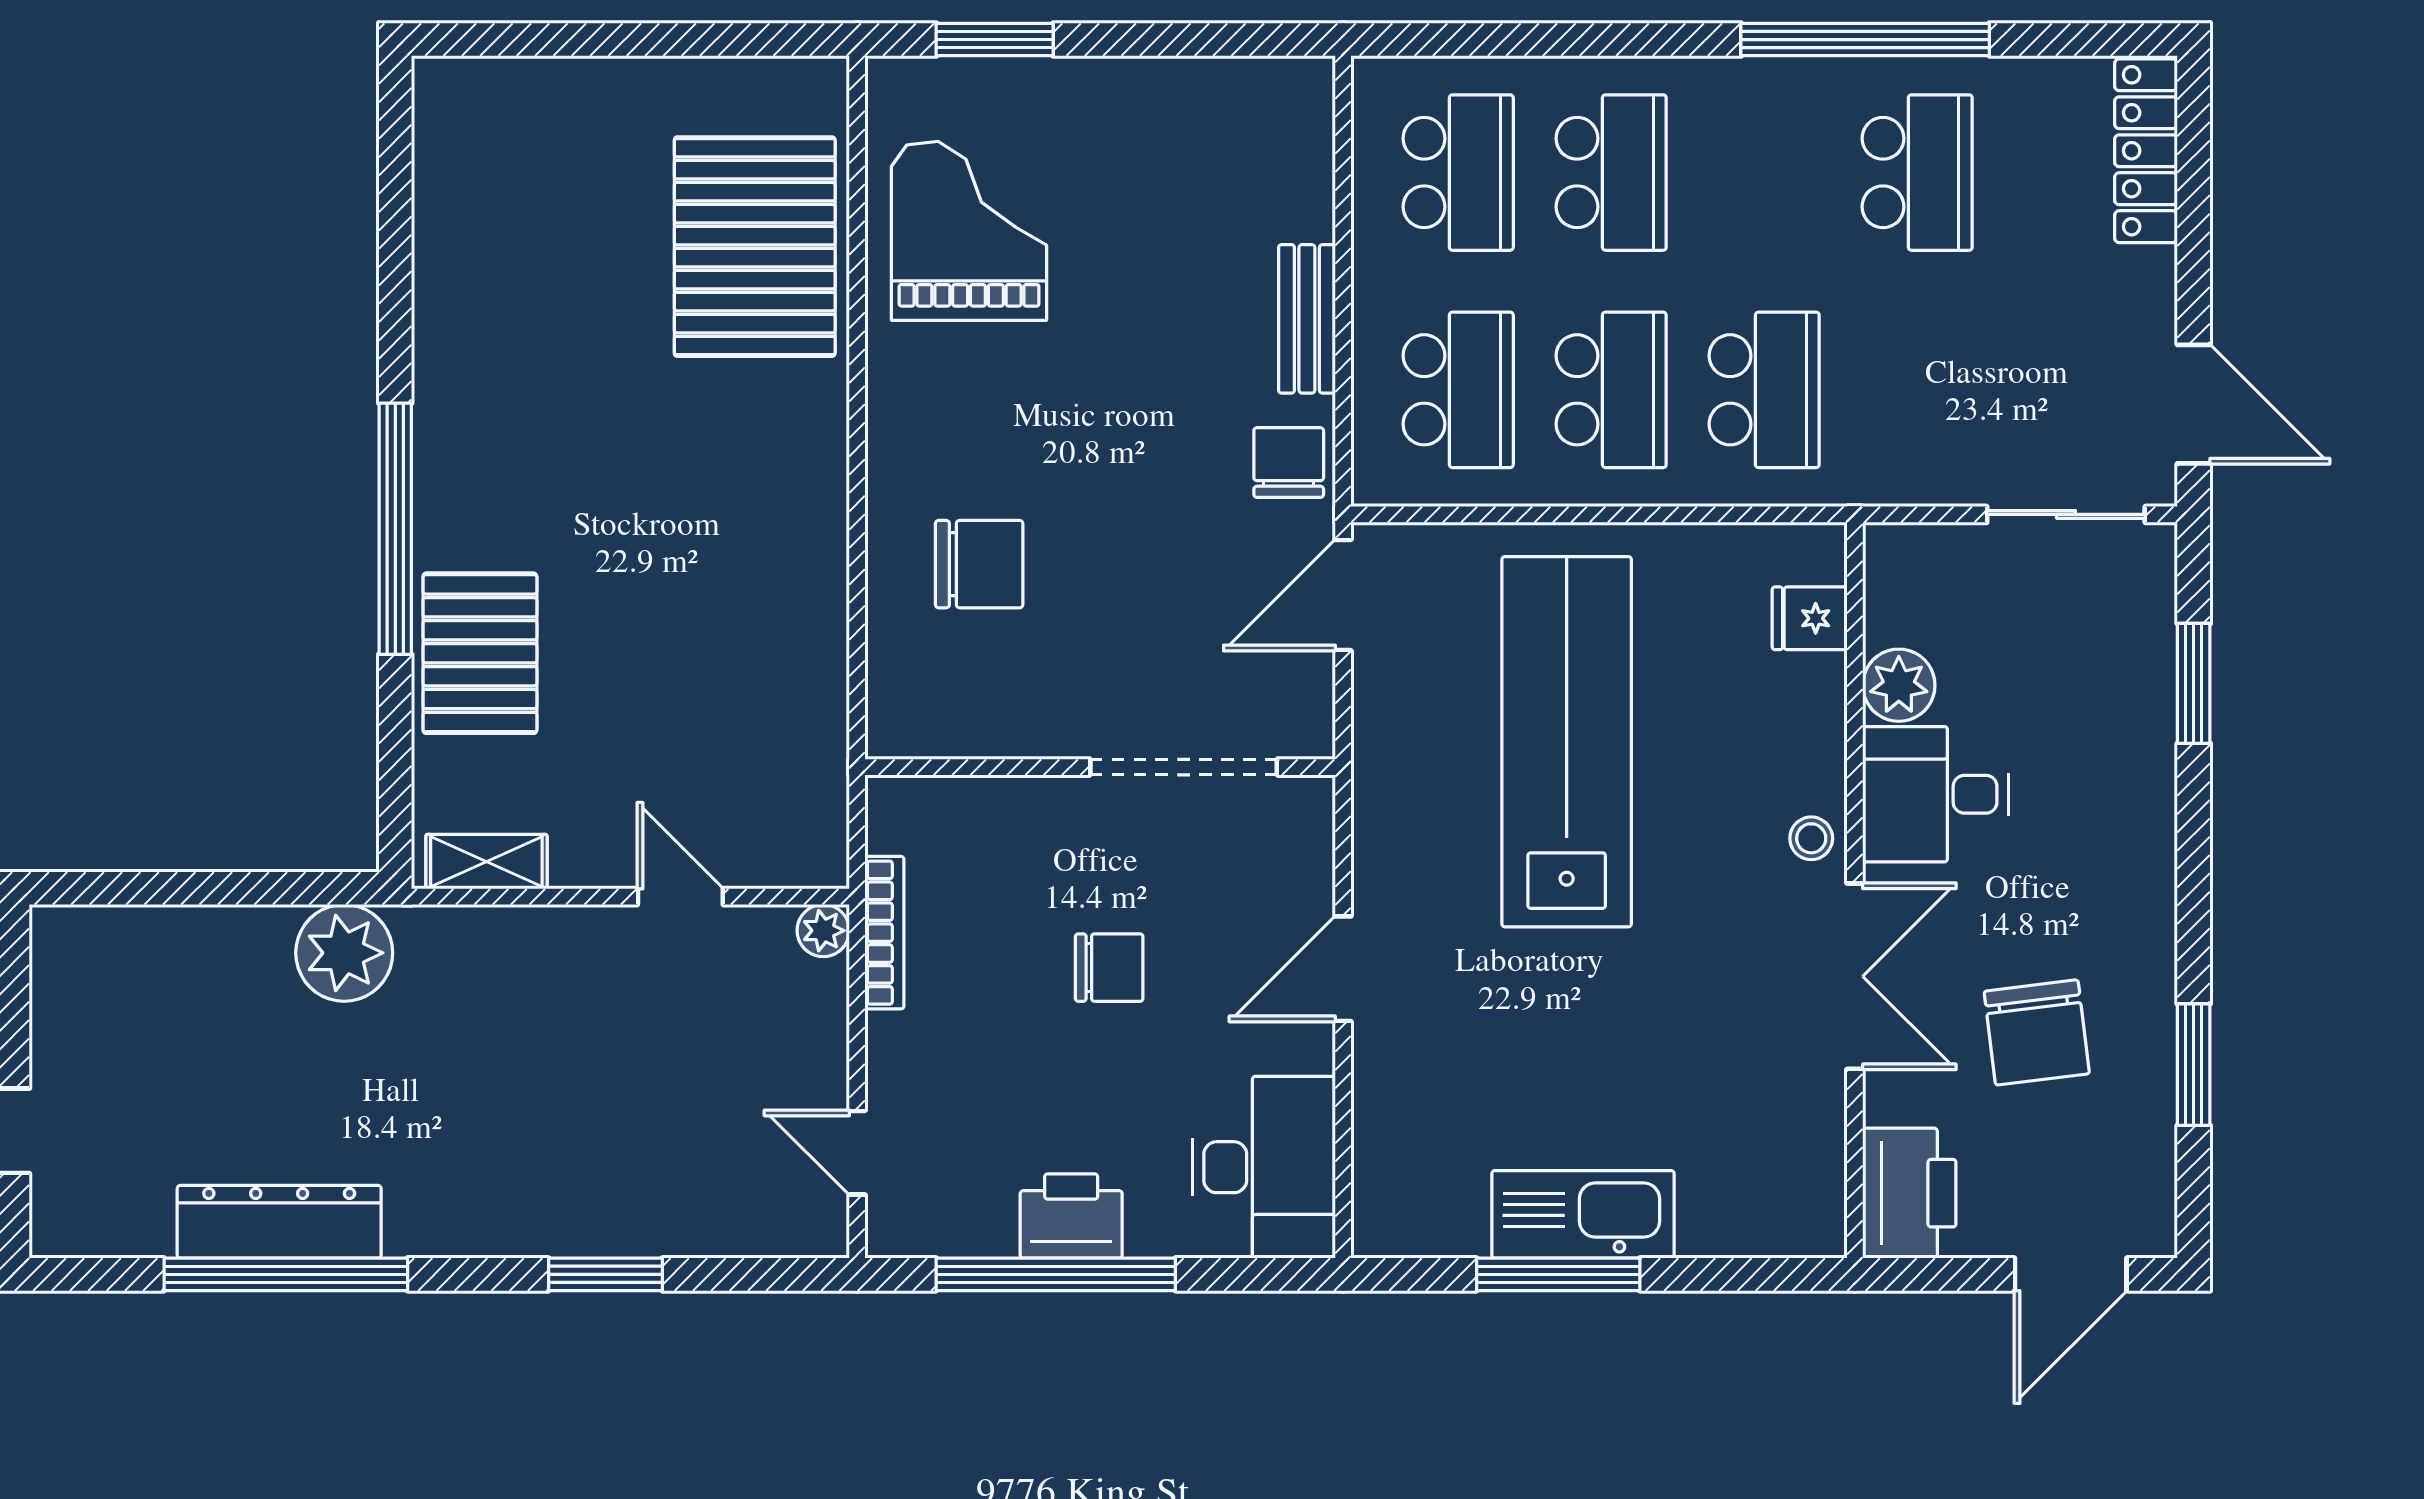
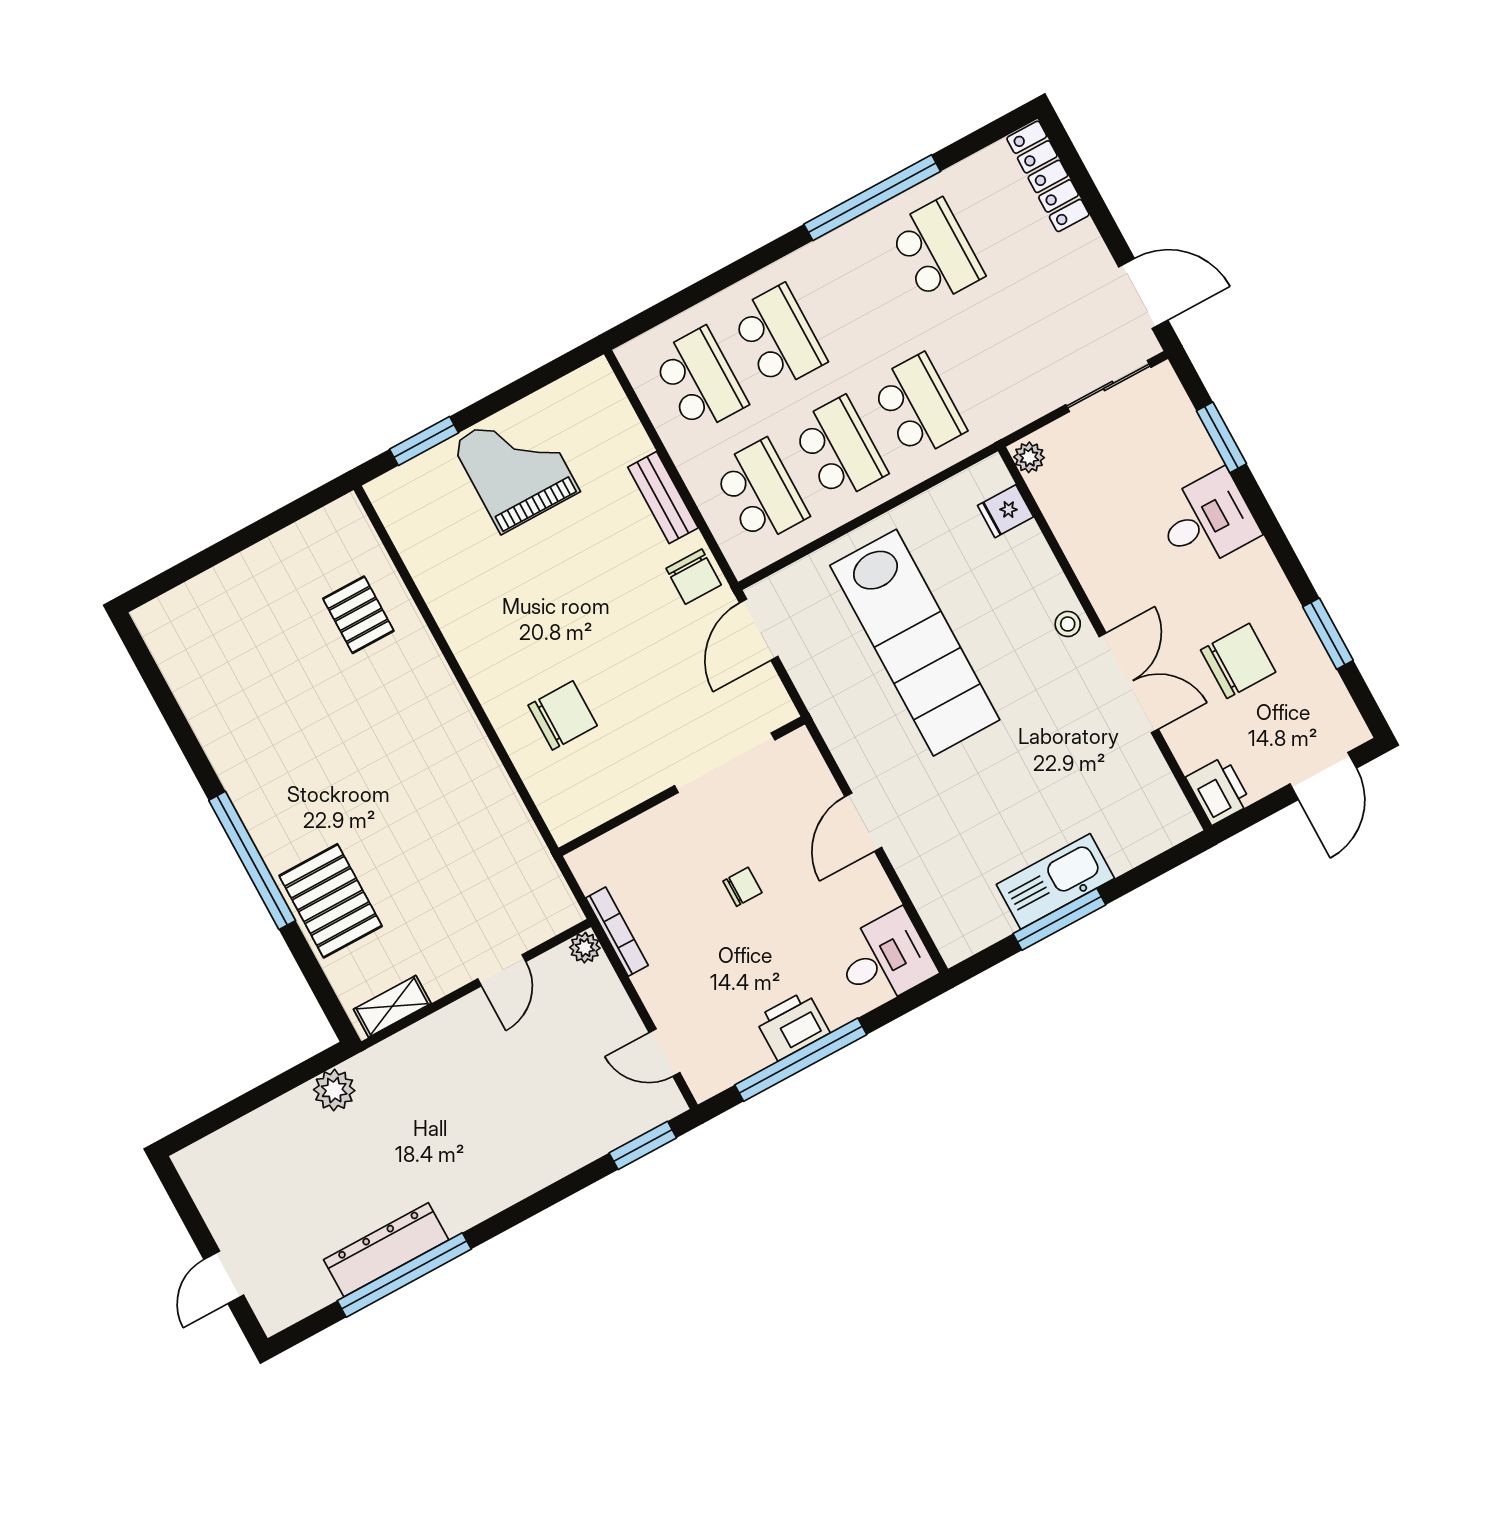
grand piano: (969, 231) -> (516, 467), moved
pallet: (755, 247) -> (358, 615), width x0.49, depth x0.50
chair: (1289, 463) -> (694, 577), turned 180
plant: (1899, 685) -> (1029, 457), moved, width x0.73, depth x0.73
lab bench: (1567, 742) -> (915, 643), turned 180
desk: (1936, 794) -> (1207, 520), moved, turned 180
door: (680, 897) -> (502, 970), swing flipped
plant: (344, 953) -> (334, 1090), width x0.73, depth x0.73
chair: (1109, 968) -> (742, 887), width x0.73, depth x0.73
chair: (2037, 1032) -> (1238, 661), turned -83
desk: (1264, 1167) -> (885, 959), width x0.73
printer: (1909, 1193) -> (1219, 790), width x0.73, depth x0.84
window: (605, 1274) -> (643, 1145), moved

